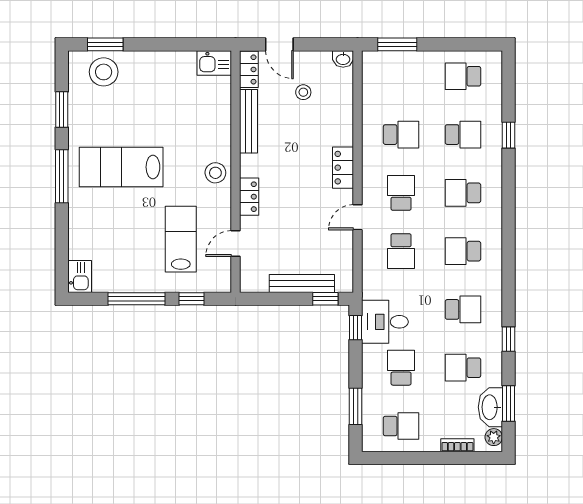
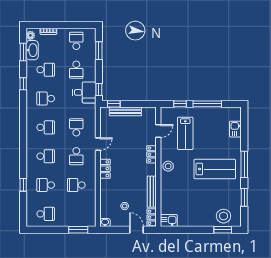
kitchen sink: (80, 276) -> (235, 129), moved
school desk: (401, 426) -> (76, 41), turned 90

